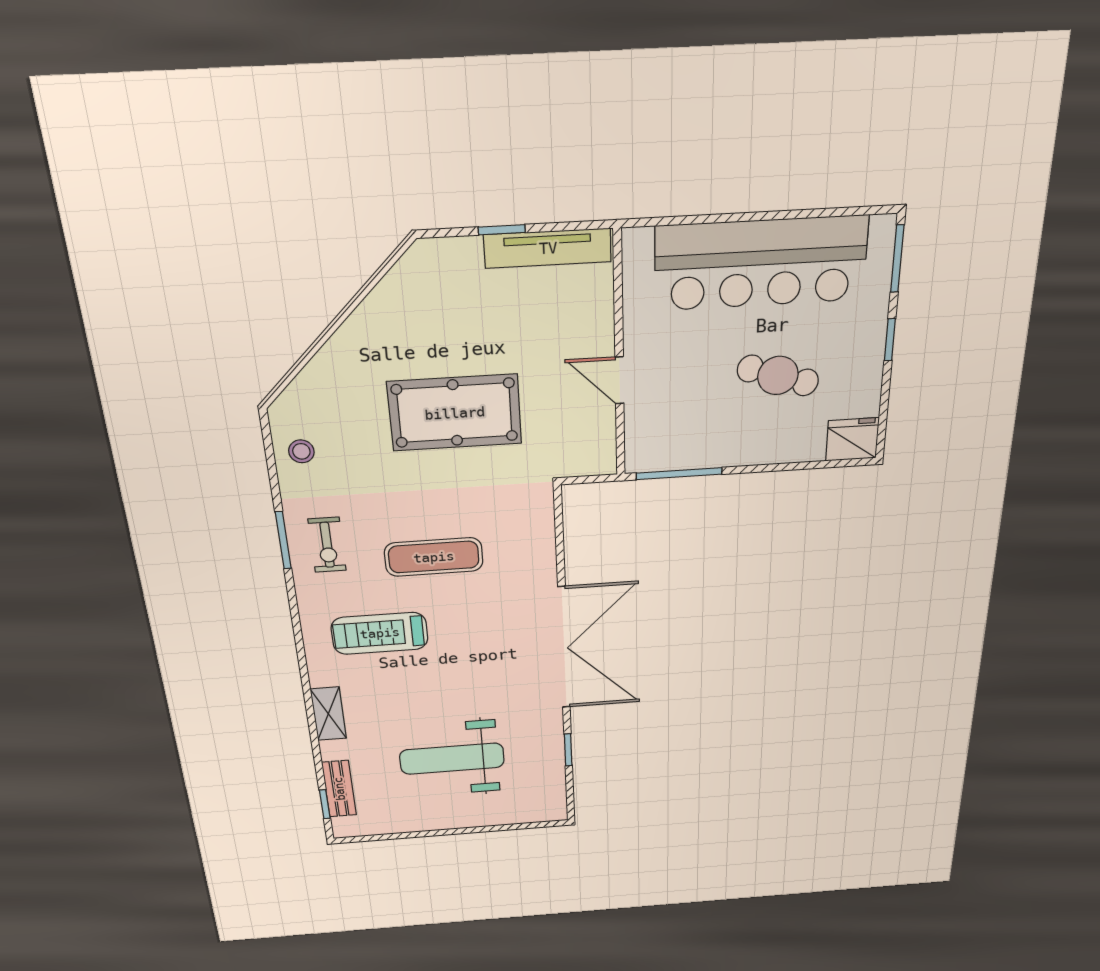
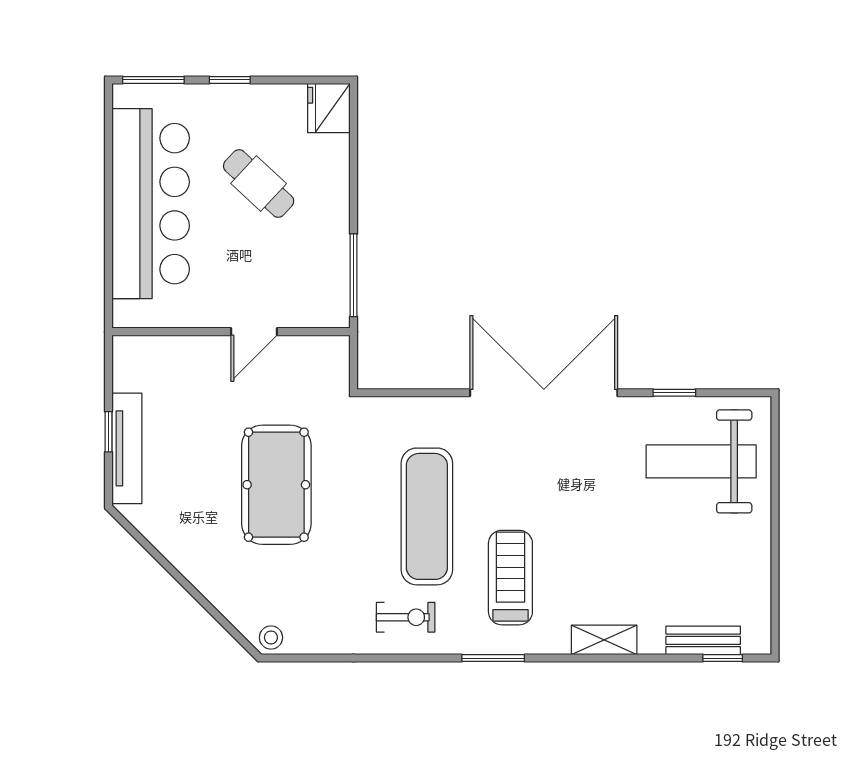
tv unit: (548, 248) -> (127, 448), moved
cafe table: (778, 375) -> (259, 183), turned -65
stool: (301, 451) -> (271, 637), moved
window: (283, 540) -> (493, 658), moved
exercise mat: (434, 557) -> (427, 516), width x1.36, depth x1.45
treadmill: (380, 633) -> (510, 578), turned 180
weight bench: (452, 759) -> (701, 461), moved, turned 90

